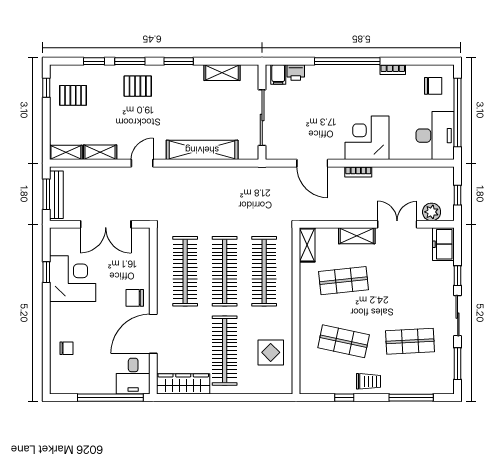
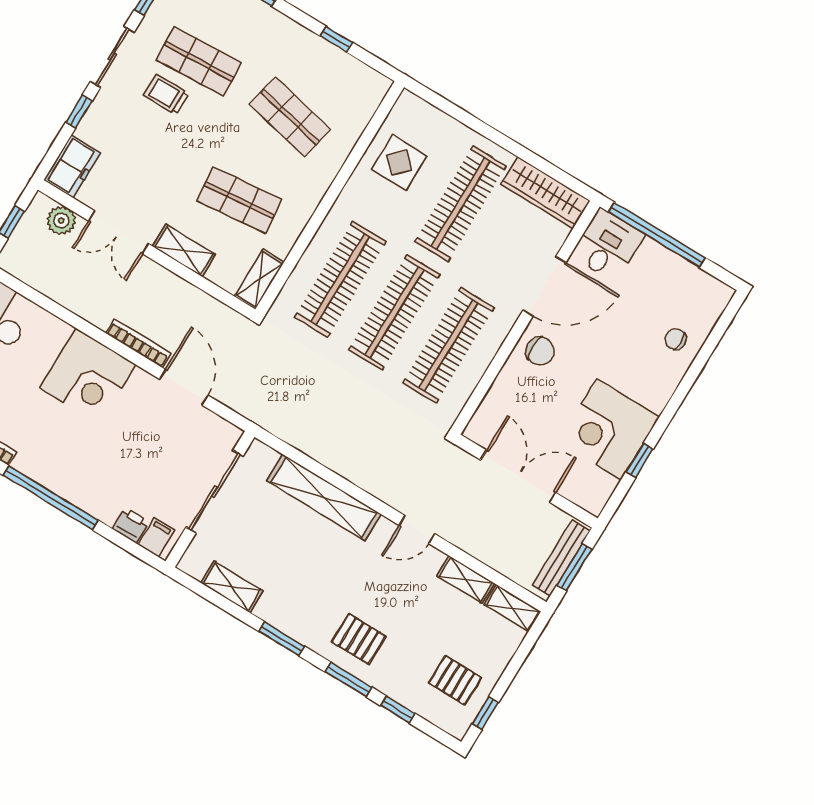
bookcase: (358, 172) -> (138, 343), width x1.56
trolley: (369, 381) -> (166, 94), moved

